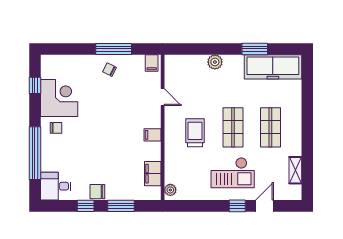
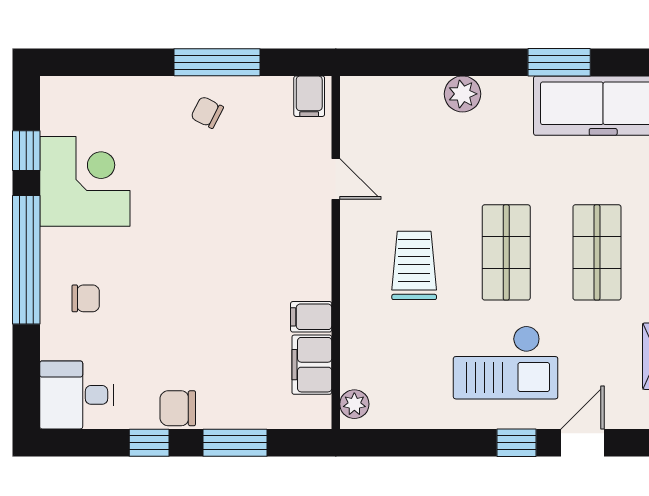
chair: (56, 128) -> (86, 298), moved
filing cabinet: (152, 135) -> (311, 317), moved
window: (35, 153) -> (26, 260), moved

